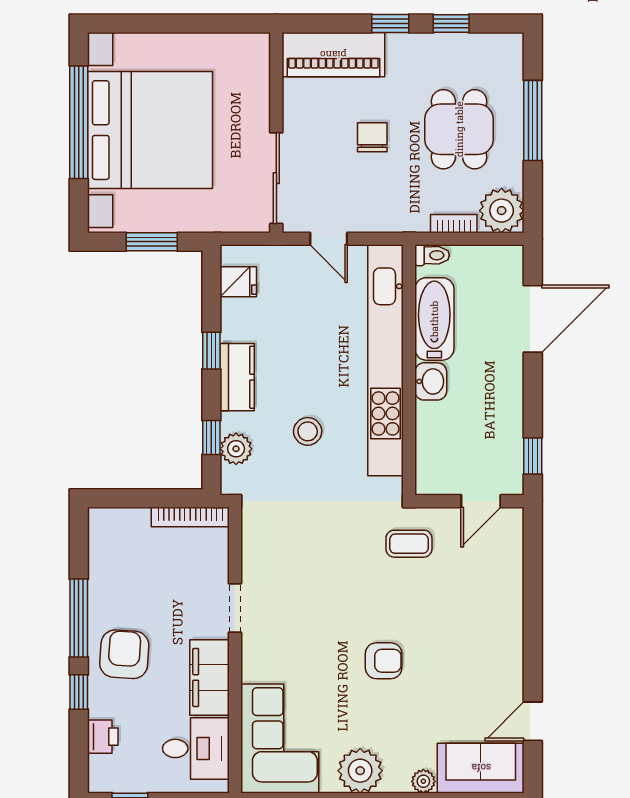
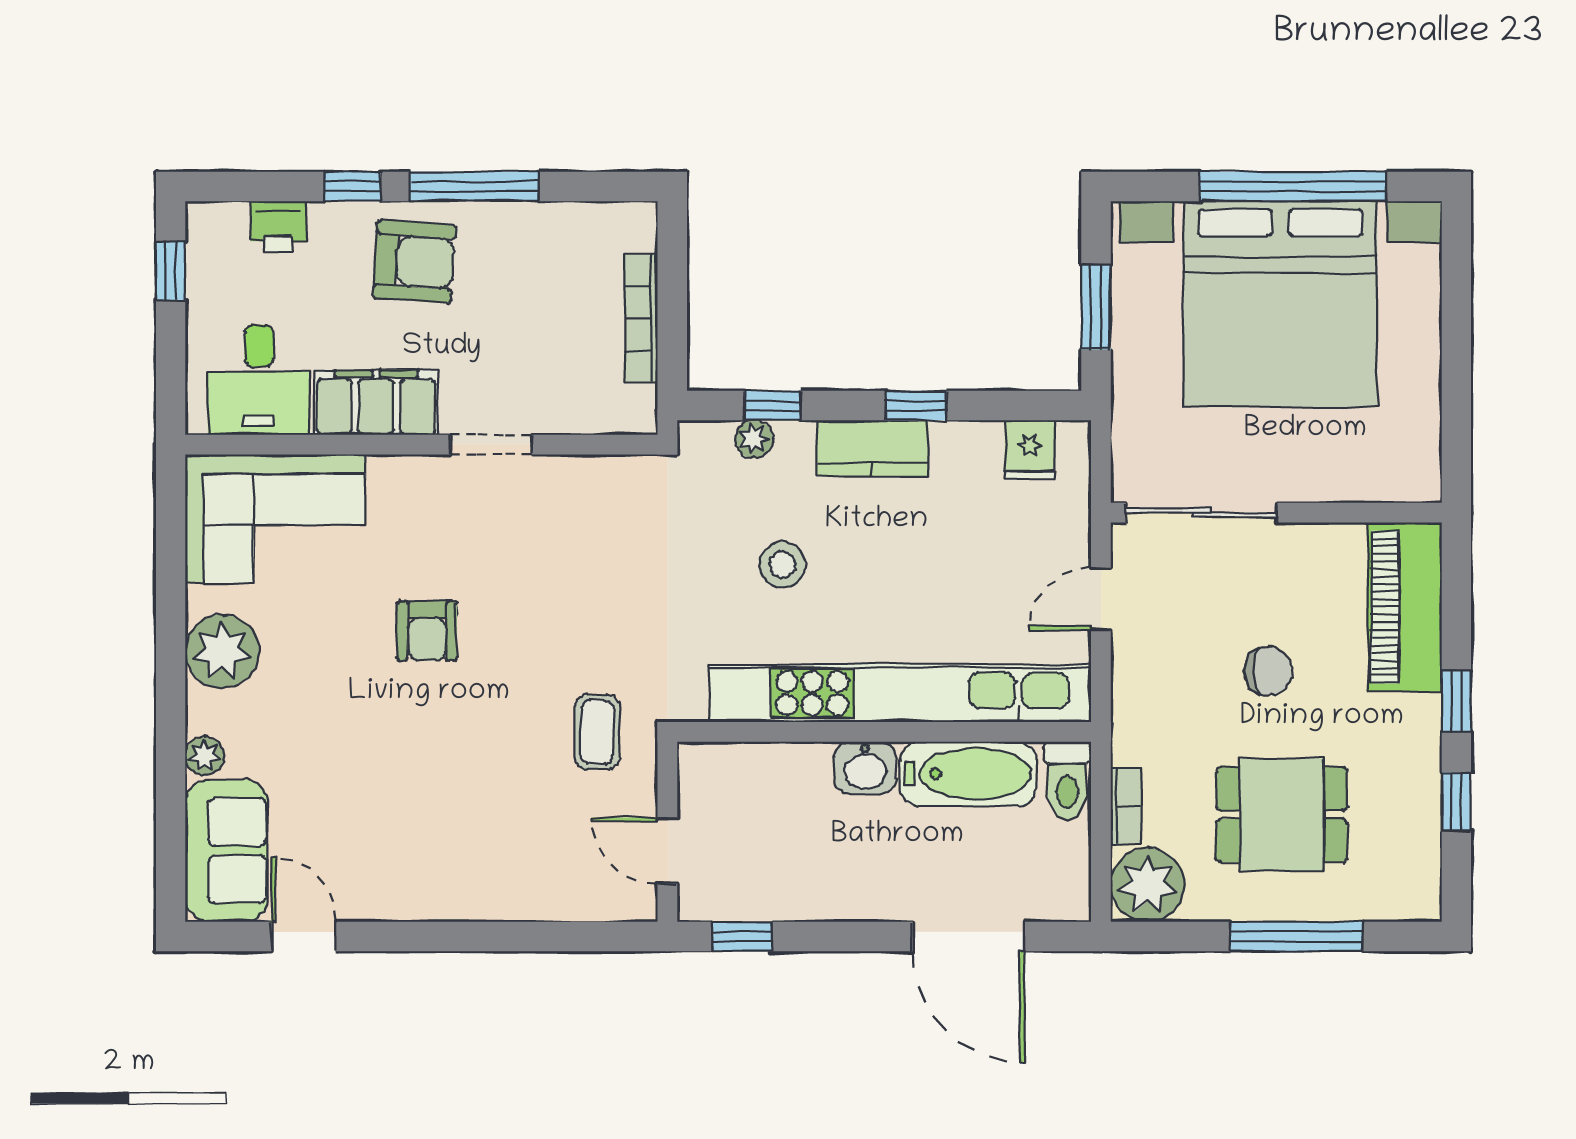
toilet: (432, 255) -> (1067, 781), width x1.37, depth x1.39
plant: (236, 449) -> (754, 439), width x0.73, depth x0.73
bookcase: (190, 517) -> (641, 318), moved
armchair: (384, 661) -> (427, 631), moved

